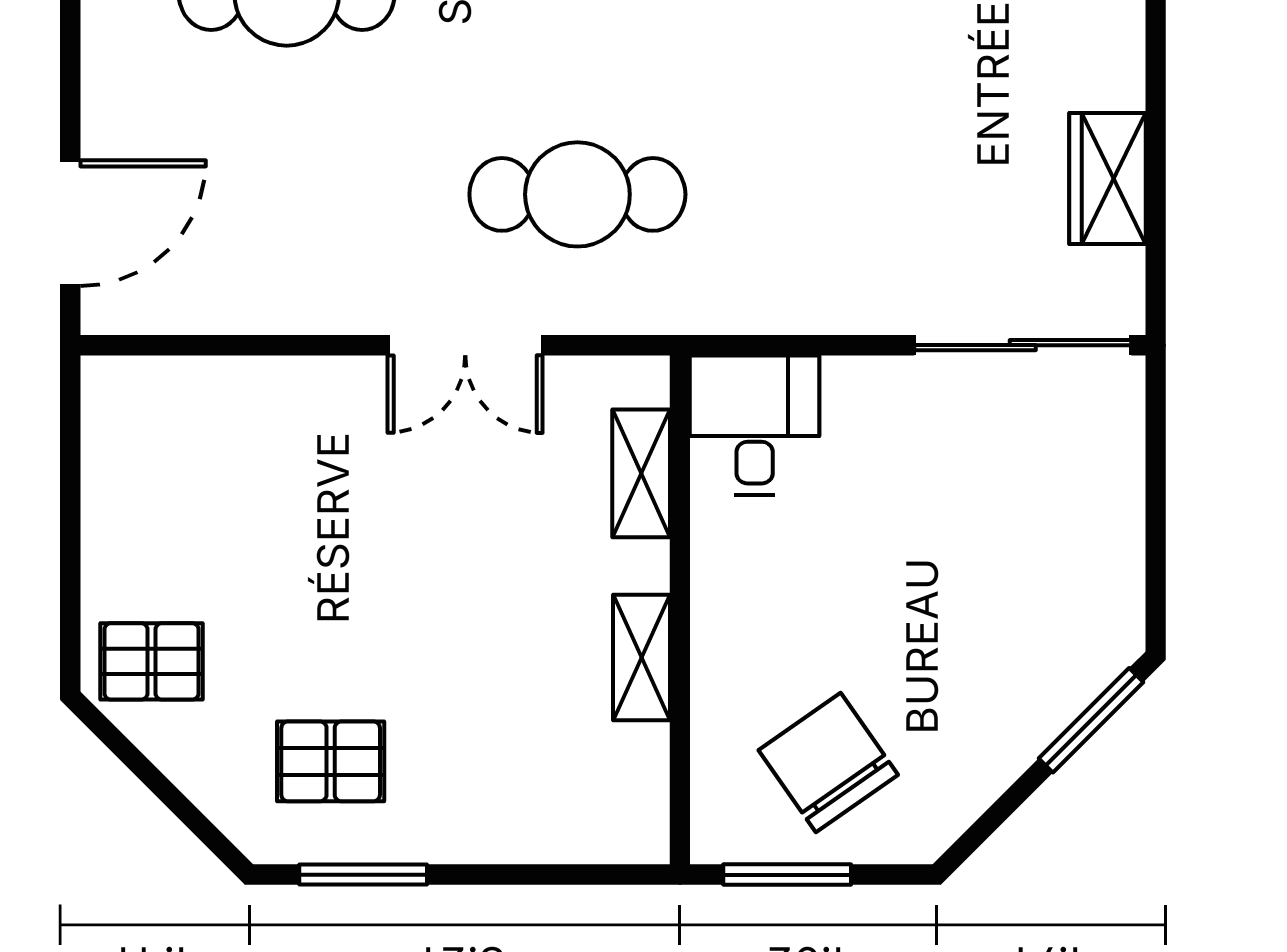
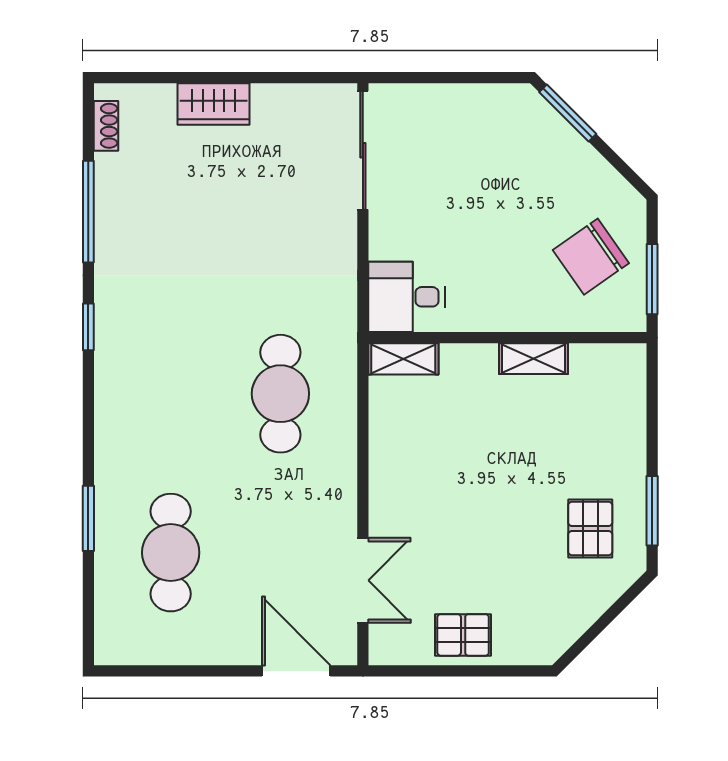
wardrobe: (1107, 179) -> (214, 104), moved
double door: (465, 345) -> (363, 580), moved
shelving: (641, 473) -> (403, 359), moved
pallet: (152, 661) -> (463, 635), moved, turned 90

